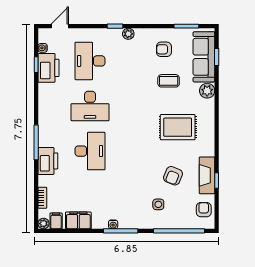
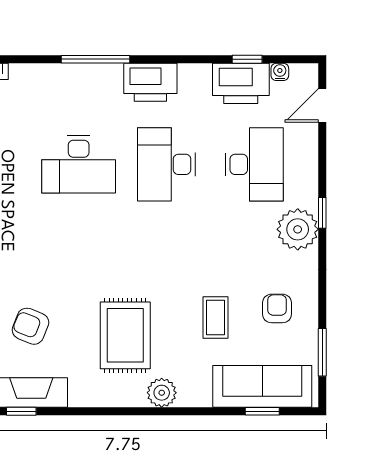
door: (60, 26) -> (322, 105), swing flipped
plant: (128, 34) -> (298, 229), width x1.87, depth x1.87
desk: (90, 61) -> (254, 164), turned 90
plant: (207, 91) -> (162, 393), moved
printer: (48, 161) -> (150, 82), moved

